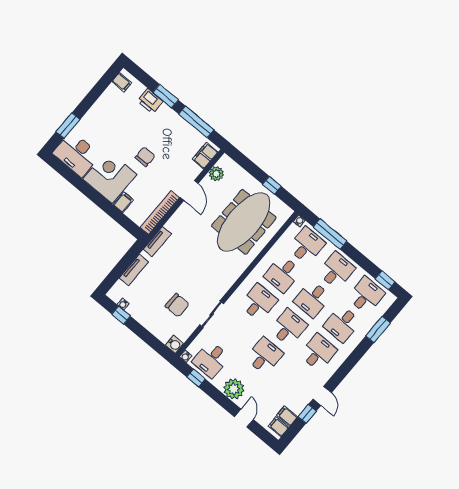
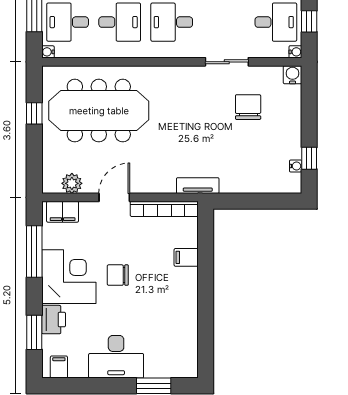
window: (166, 96) -> (34, 332), moved
desk: (77, 154) -> (116, 357), moved, turned 90
corner desk: (110, 177) -> (69, 277), moved, turned 180
tv unit: (134, 270) -> (249, 185), removed

